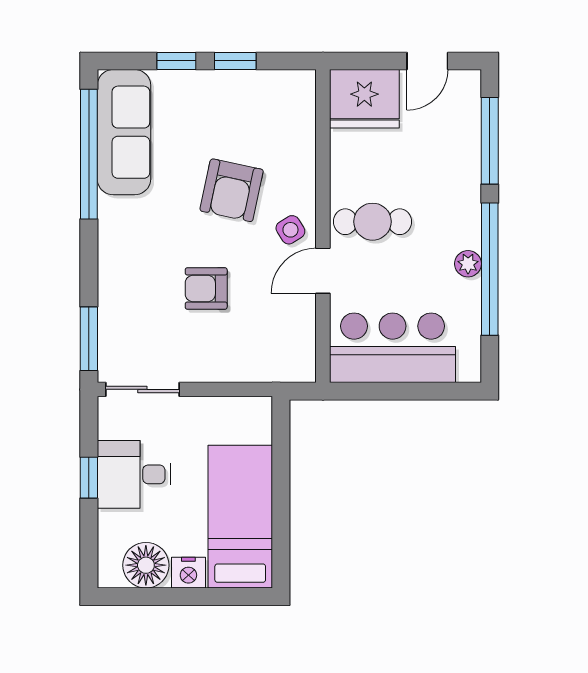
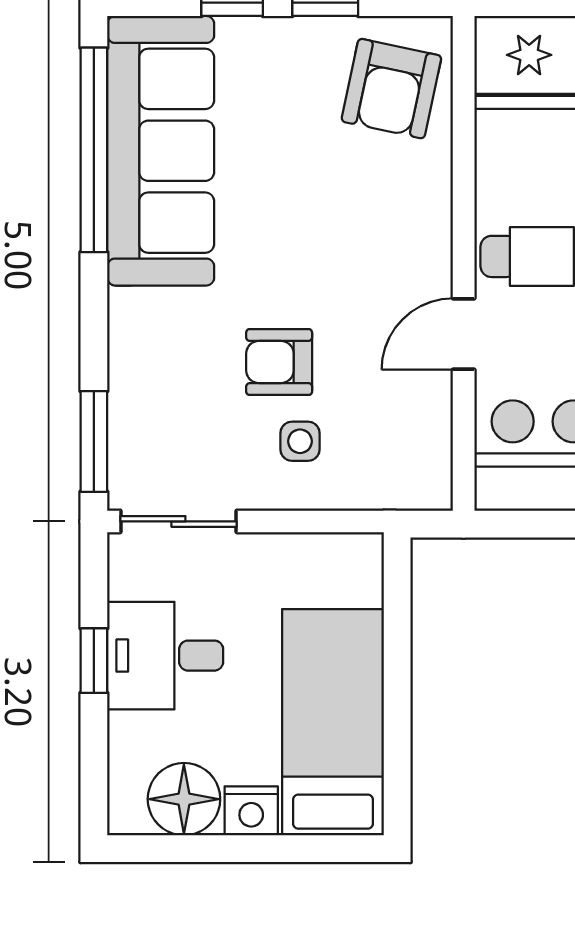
sofa: (124, 132) -> (161, 151), width x1.36, depth x1.27
armchair: (232, 190) -> (391, 89), moved
side table: (290, 230) -> (300, 441), moved, turned 32

